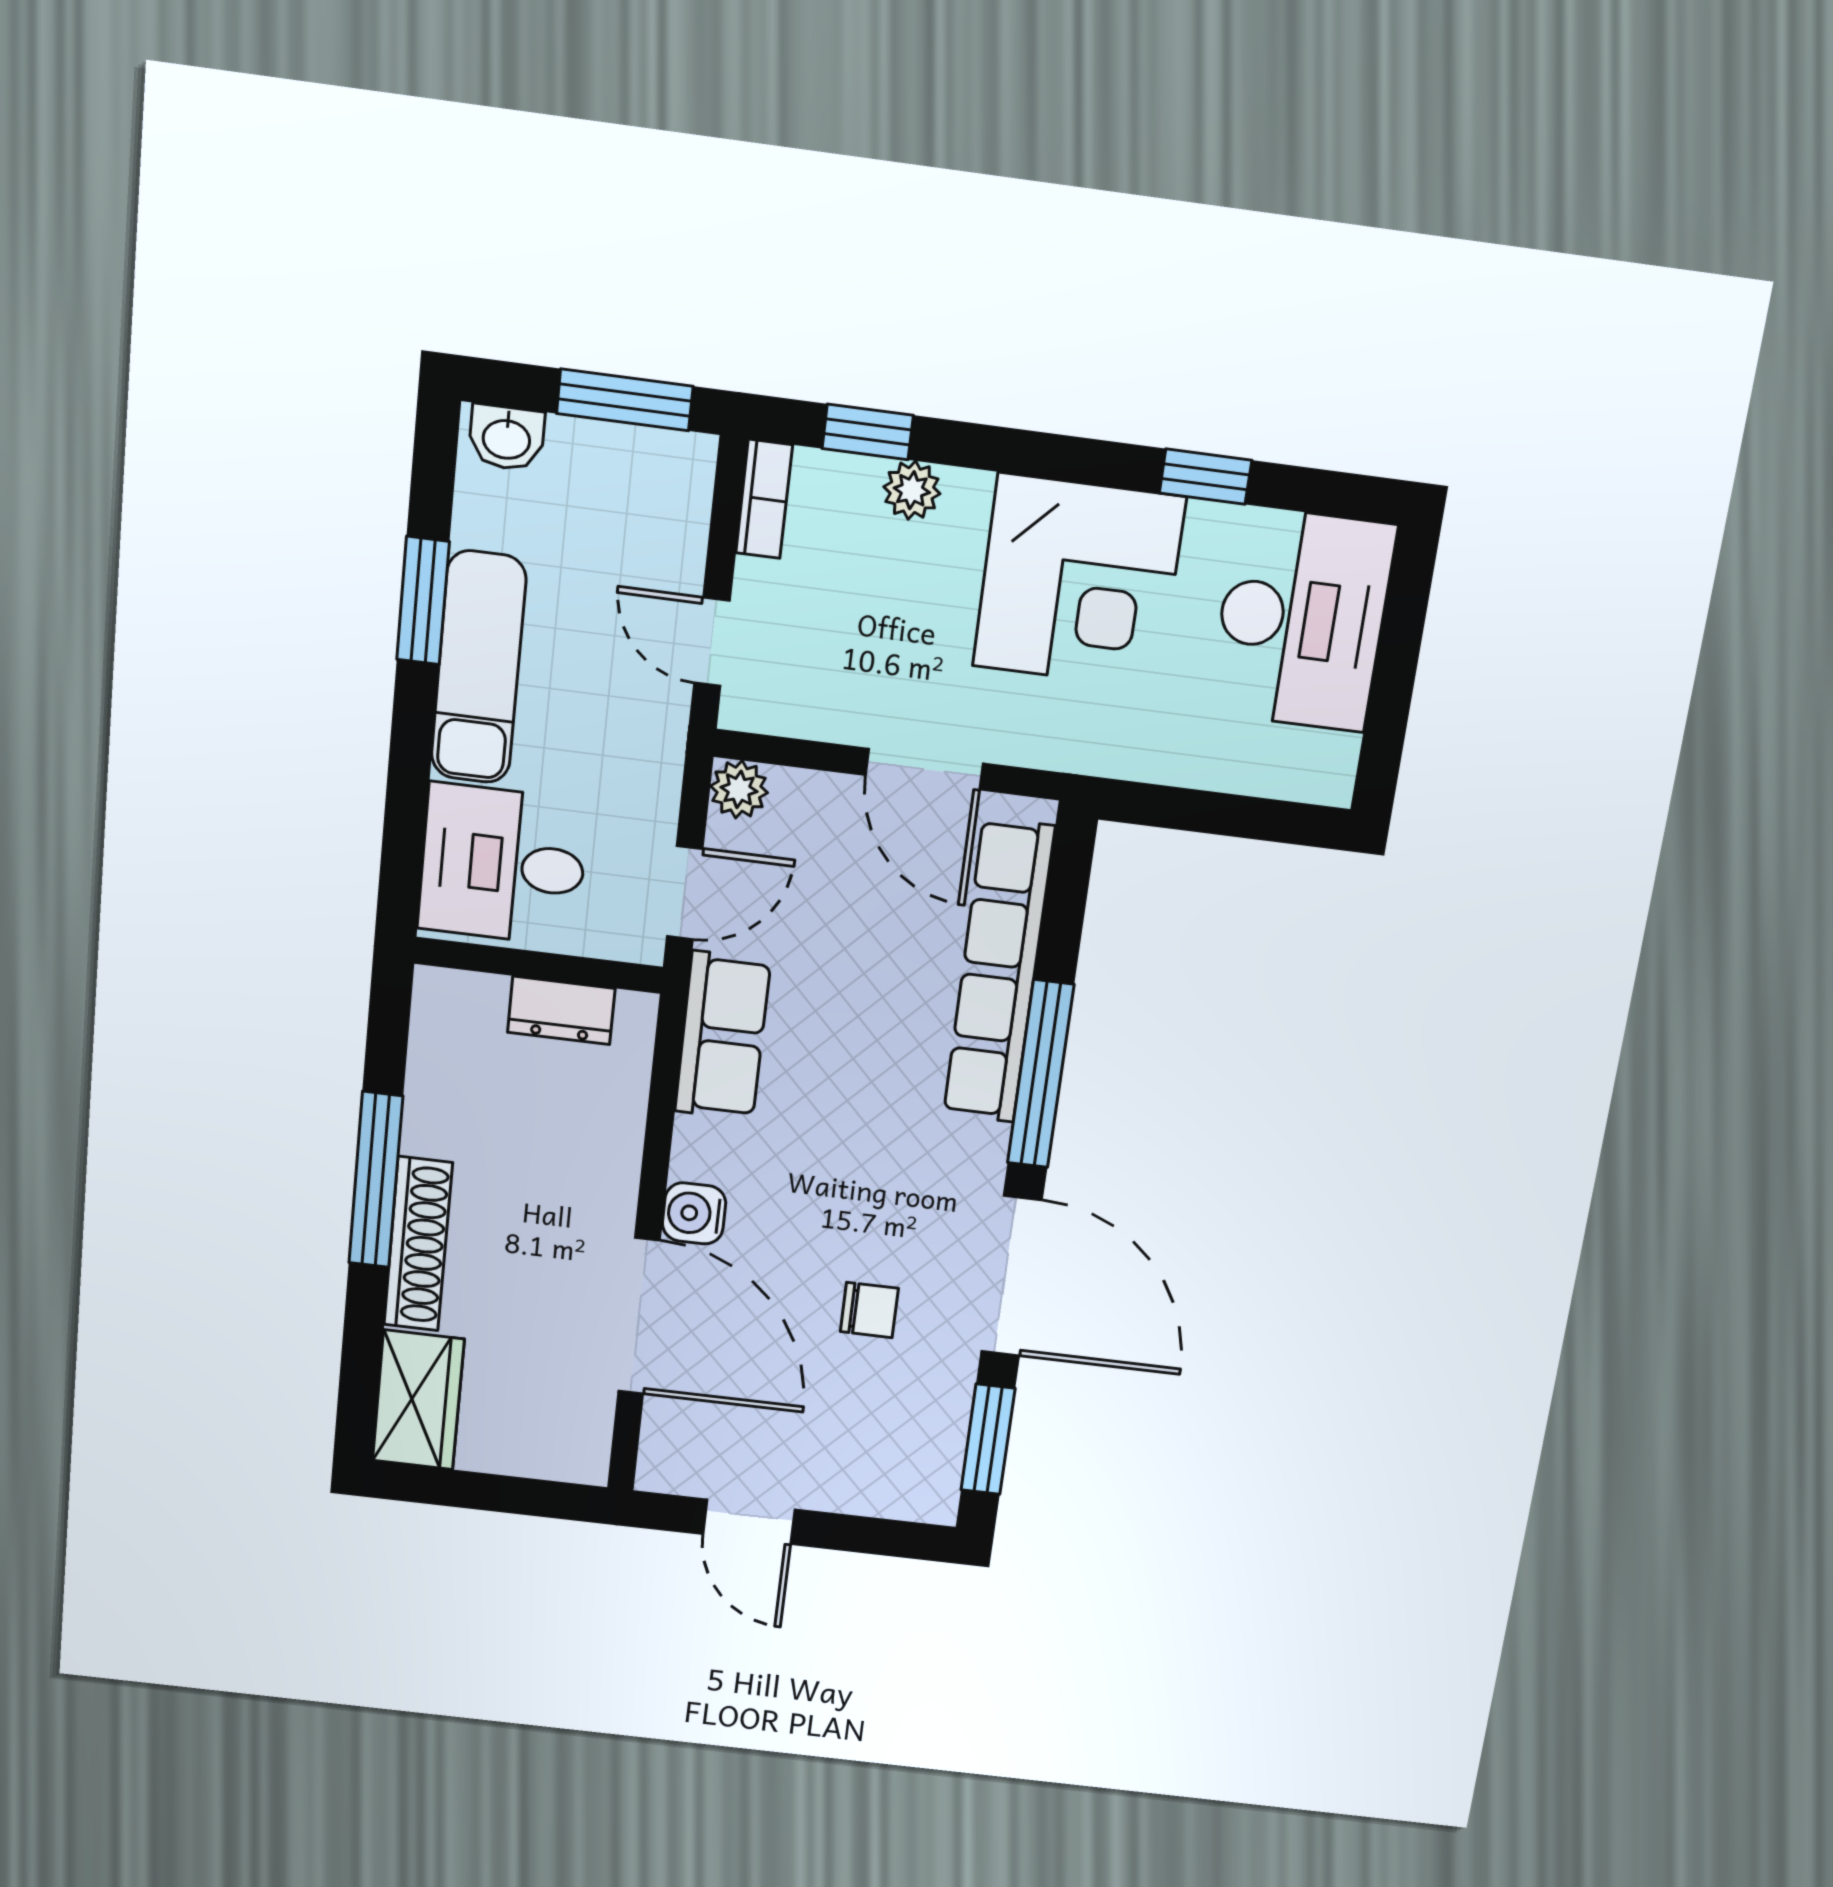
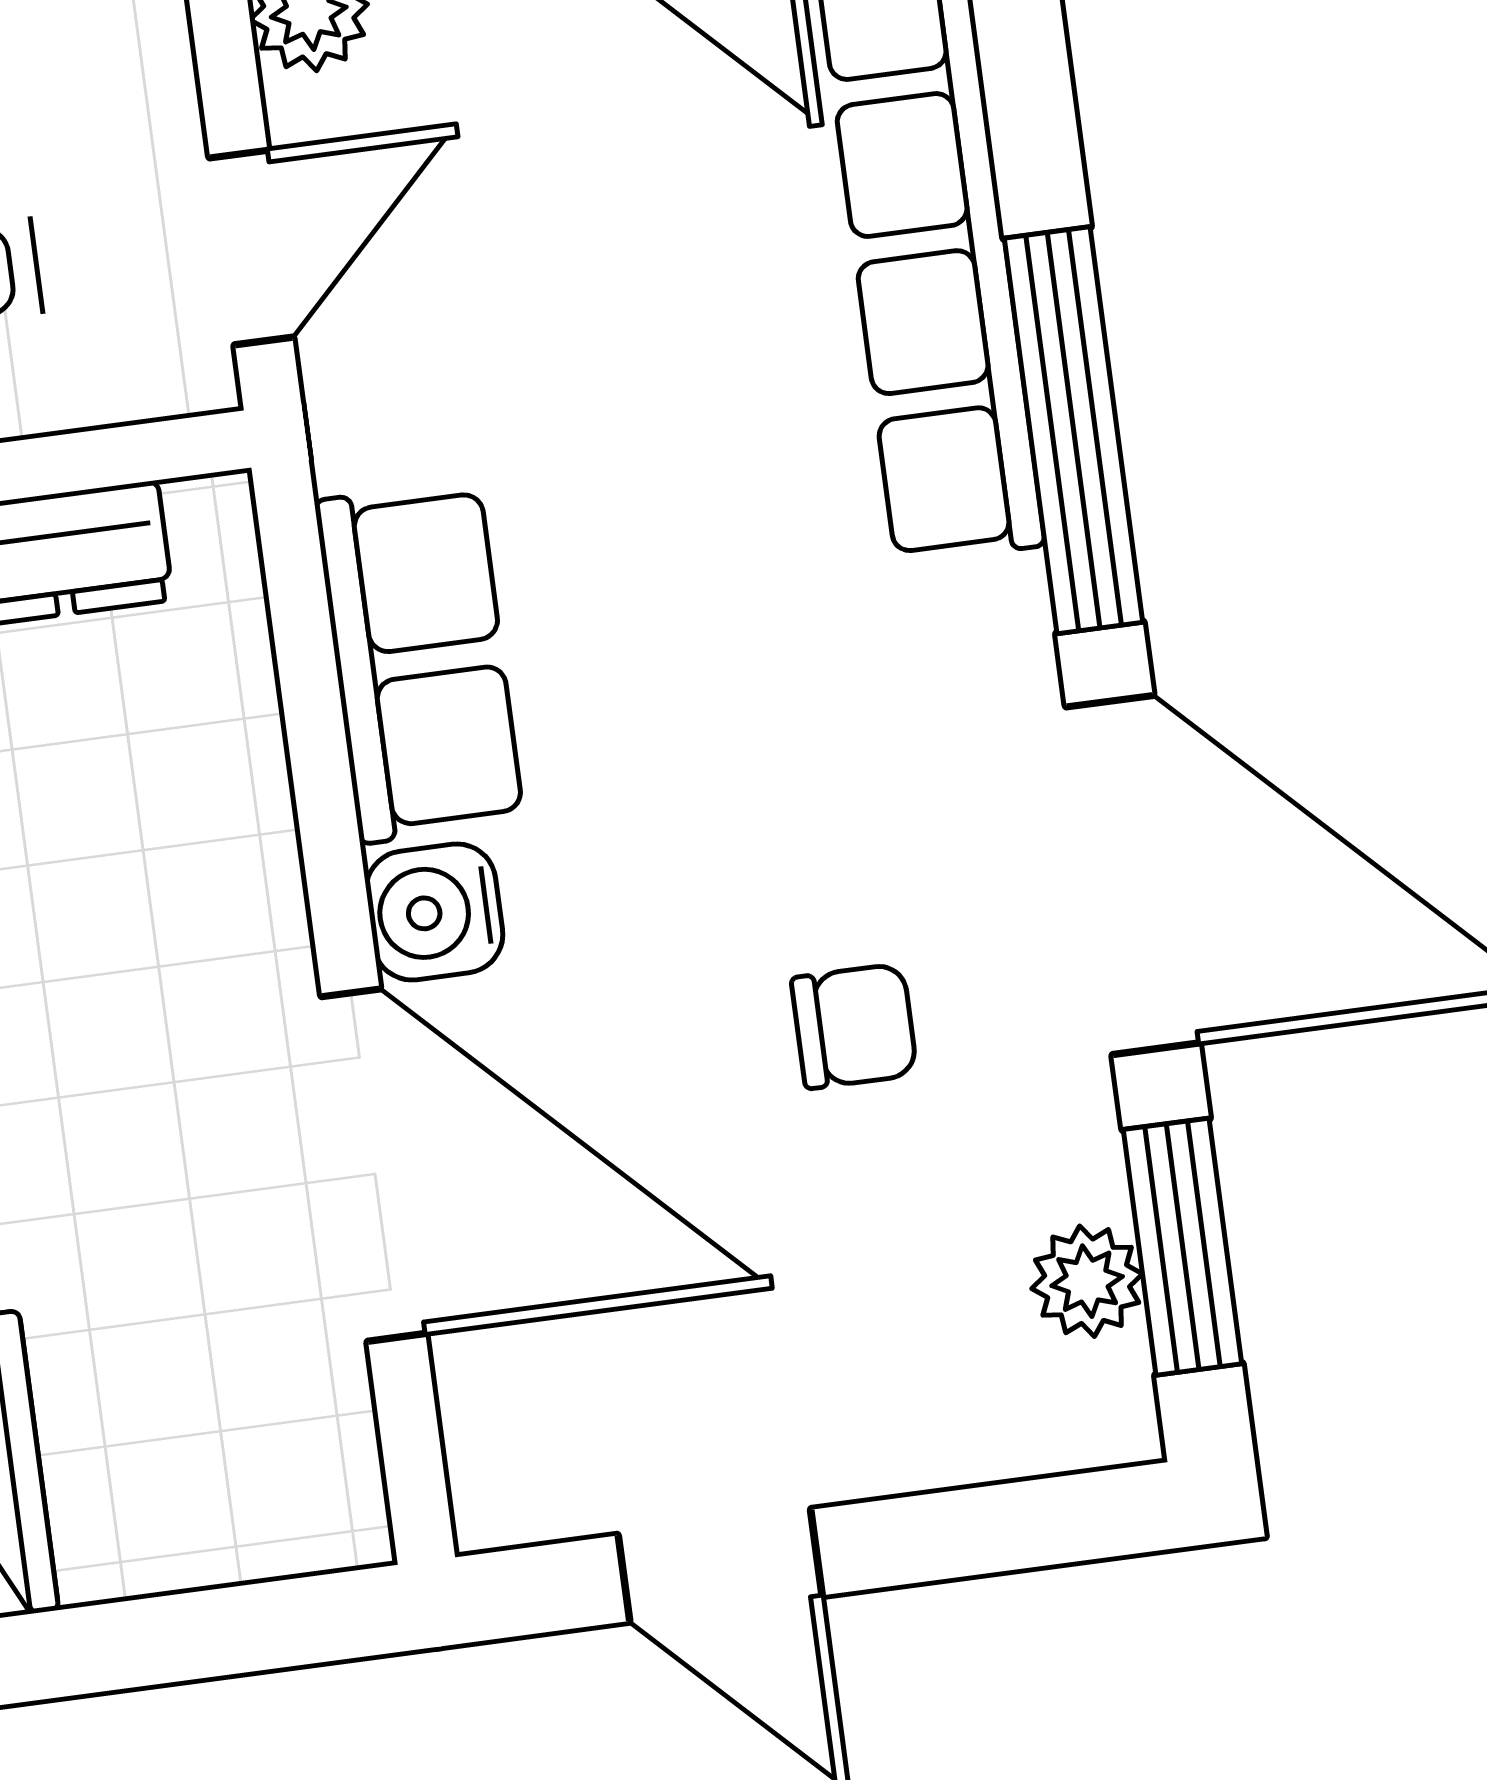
row of seats: (723, 1036) -> (419, 662), moved
plant: (942, 1443) -> (1087, 1281), added

